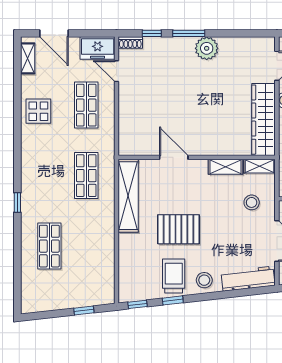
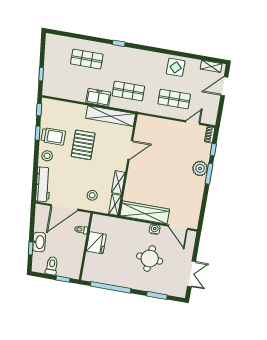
freezer: (98, 48) -> (98, 97), moved, turned 90
plant: (207, 48) -> (200, 168), moved

